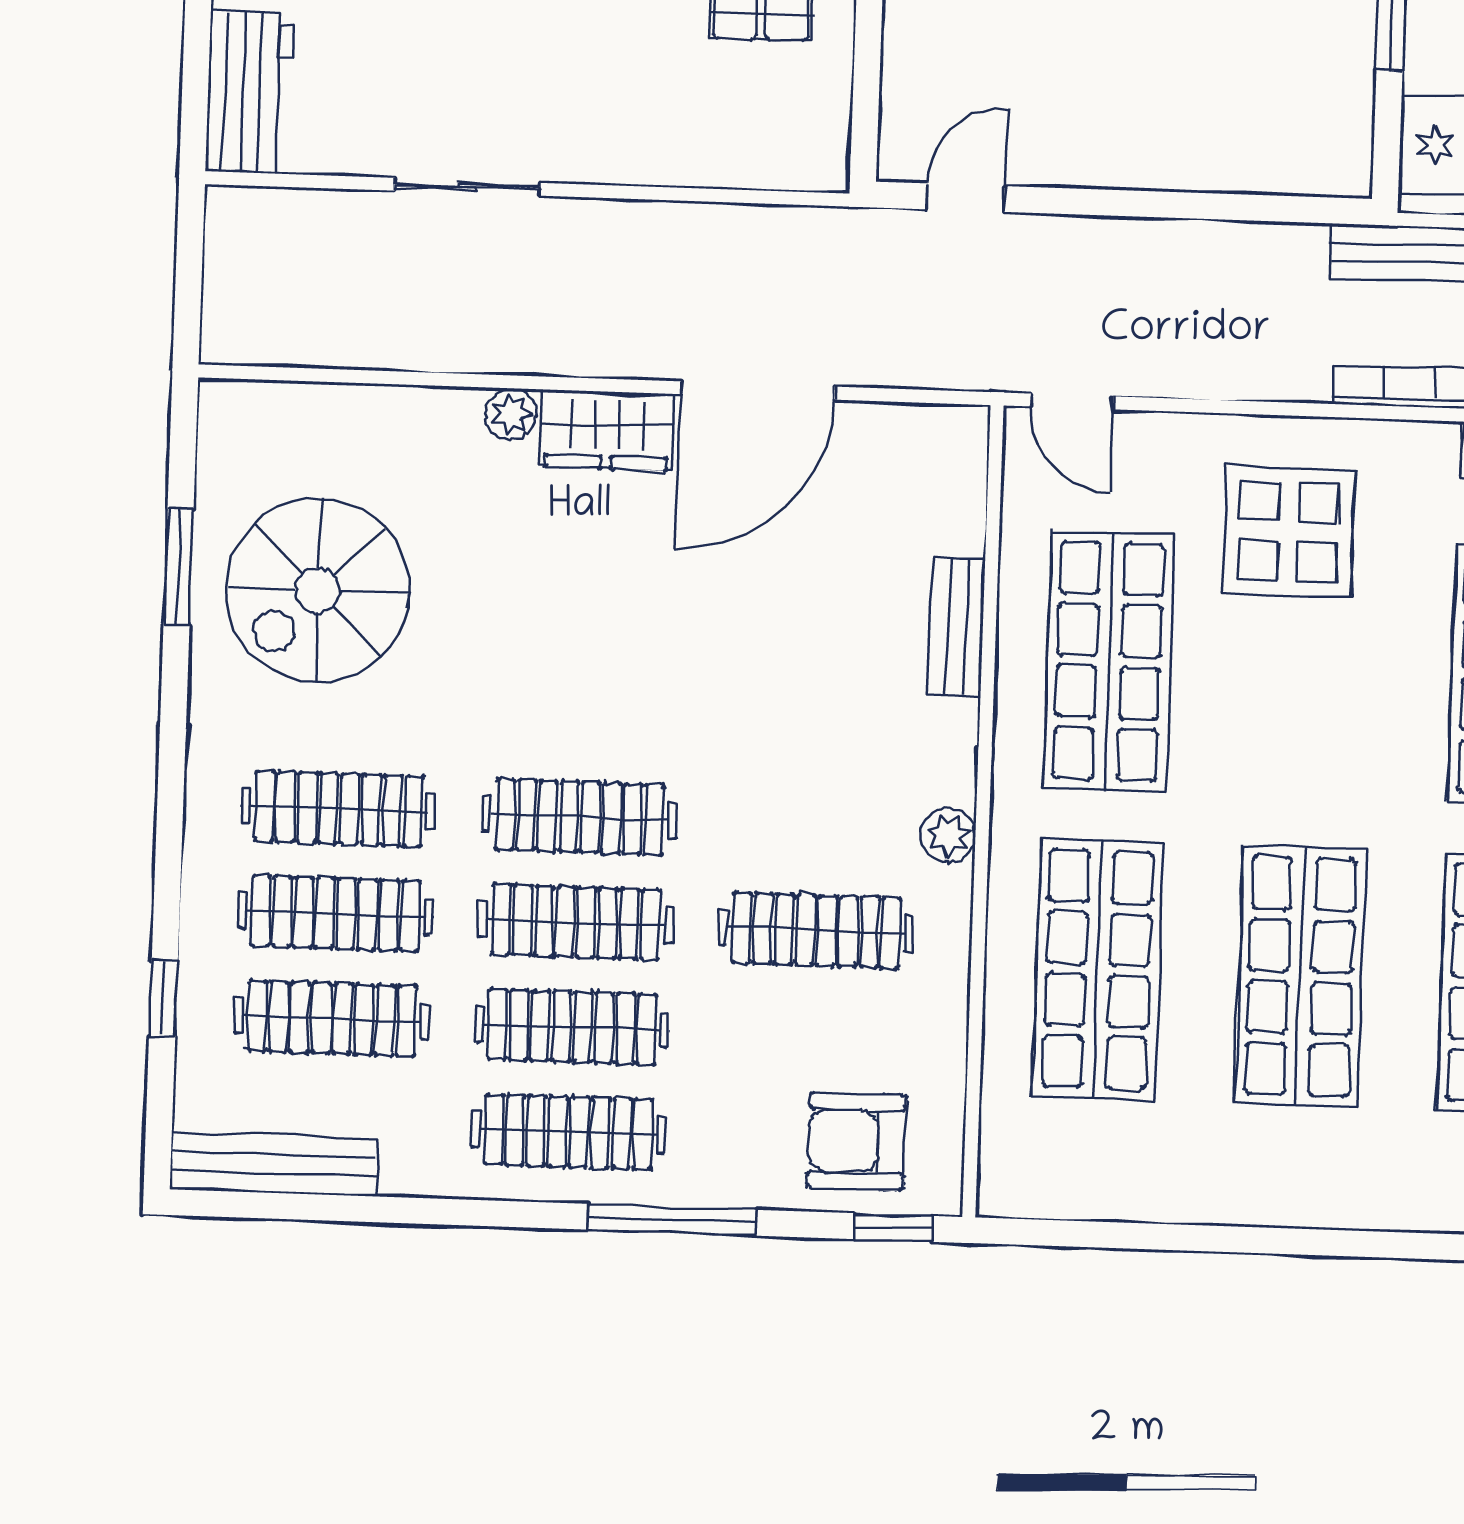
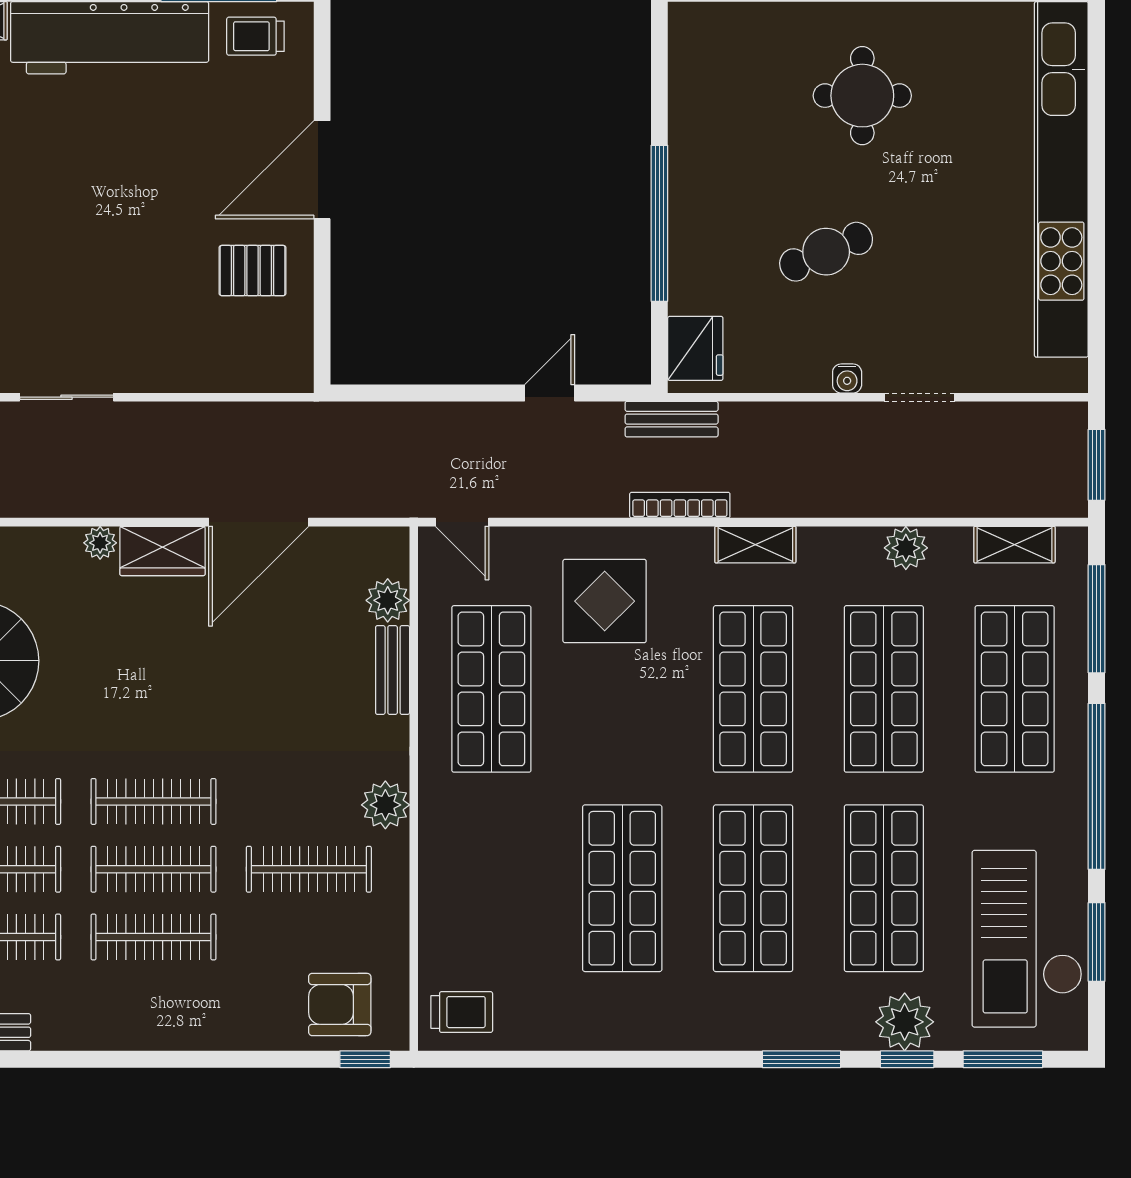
door: (966, 198) -> (550, 393), moved
plant: (953, 519) -> (388, 600), added
plant: (948, 835) -> (385, 805), width x1.38, depth x1.38
shop shelf: (1098, 970) -> (491, 888), removed
clothes rail: (568, 1132) -> (153, 1005), removed
trolley: (1045, 1160) -> (462, 1012), added
window: (672, 1220) -> (222, 1059), removed

